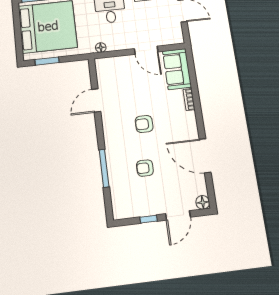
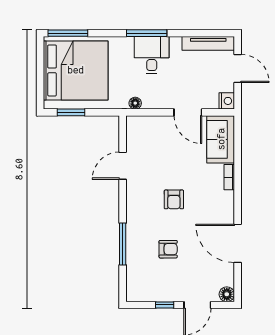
nightstand: (177, 37) -> (227, 101), added
armchair: (144, 124) -> (174, 199), turned -90
armchair: (145, 168) -> (168, 249), turned 180

